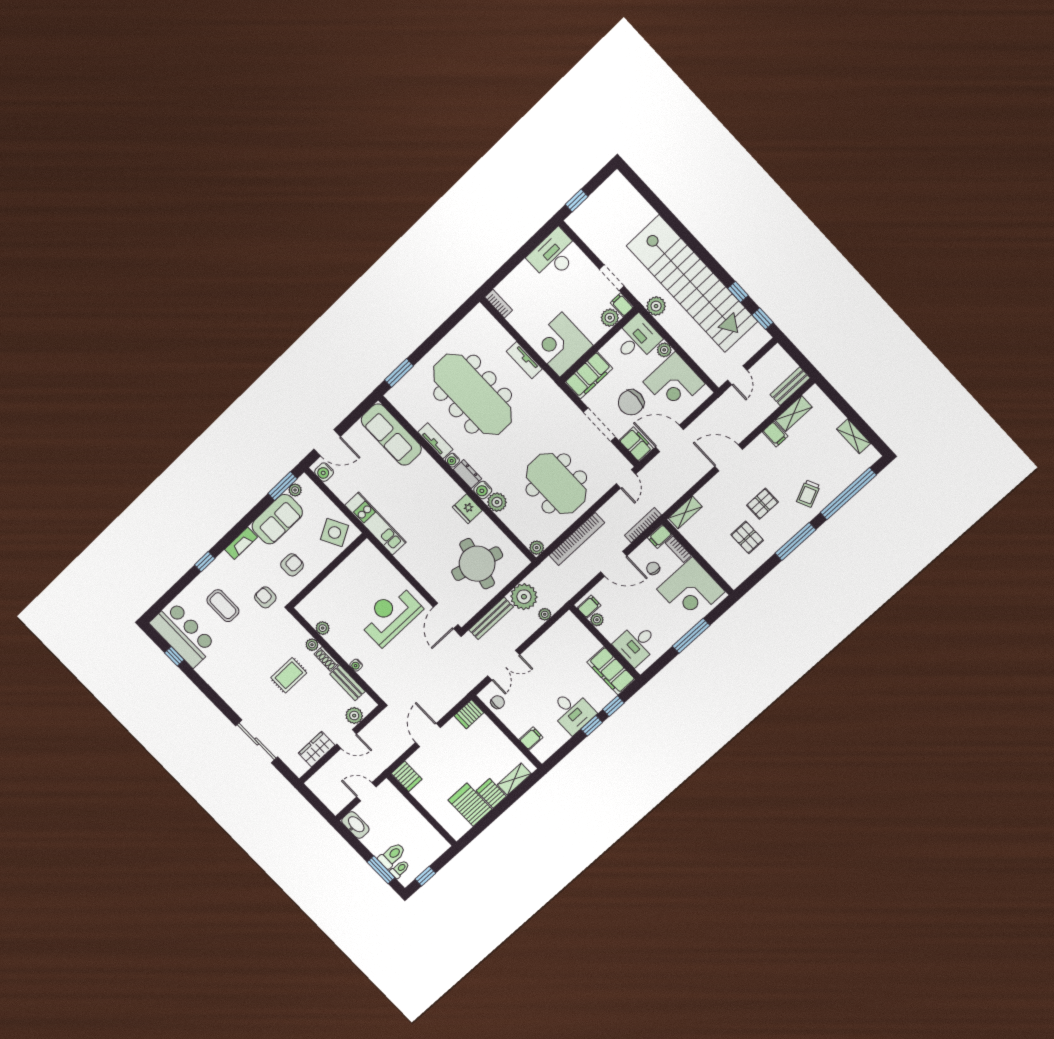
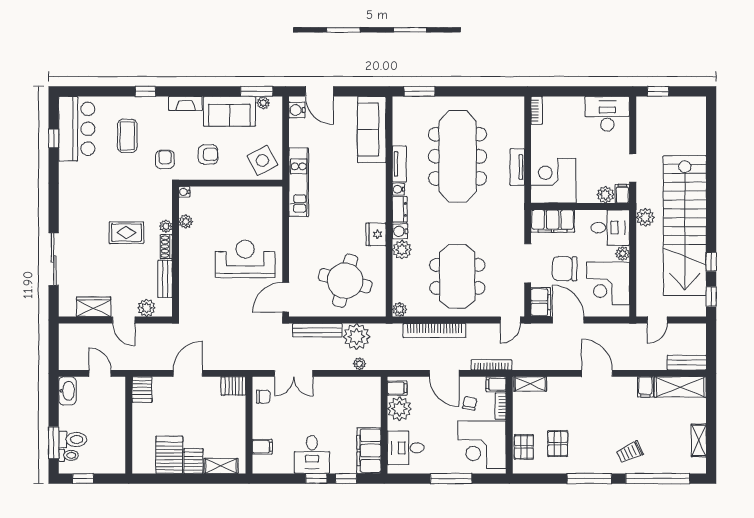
shelving: (794, 414) -> (680, 387), width x1.50, depth x1.33
pallet: (762, 504) -> (524, 447), moved, turned 90
plant: (597, 620) -> (399, 409), width x1.88, depth x1.88
water cooler: (356, 665) -> (184, 192), moved

